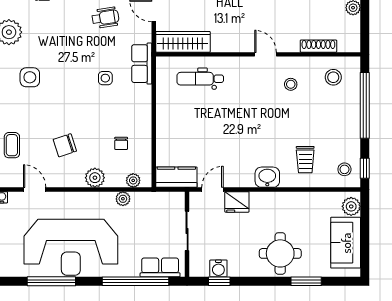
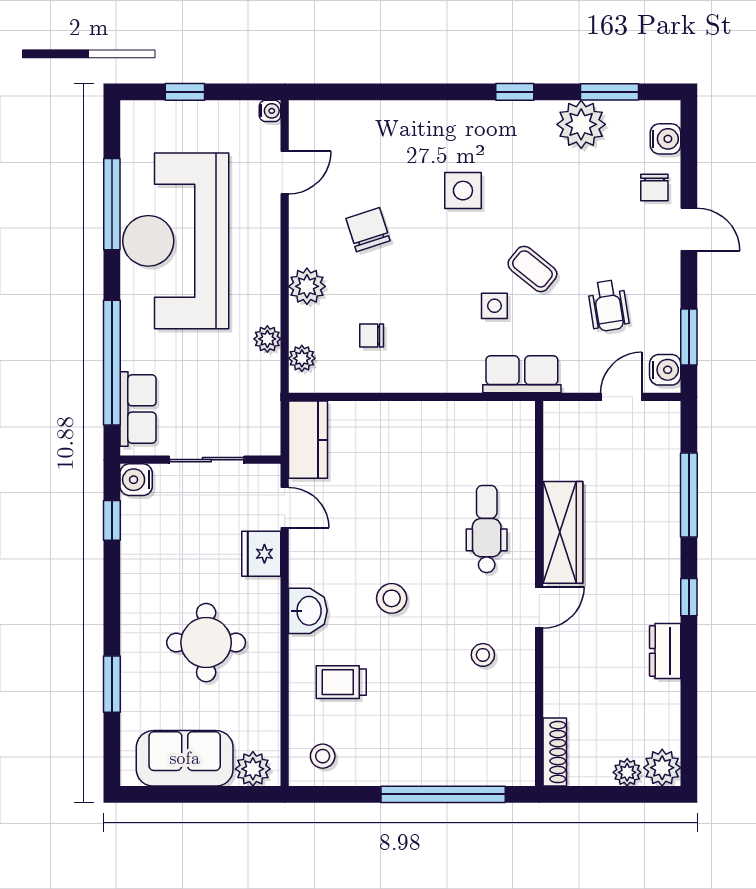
wardrobe: (183, 42) -> (563, 532), moved
shoe rack: (318, 46) -> (555, 752), moved
side table: (30, 77) -> (463, 191), moved
stool: (333, 77) -> (392, 598), moved
dental chair: (200, 79) -> (487, 529), moved
coffee table: (12, 145) -> (532, 269), moved, turned 39
window: (365, 168) -> (325, 794), removed
round table: (280, 253) -> (206, 643), moved
water cooler: (218, 268) -> (136, 480), moved

